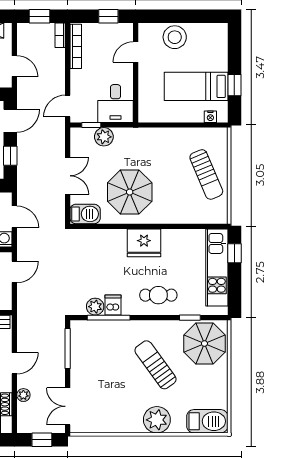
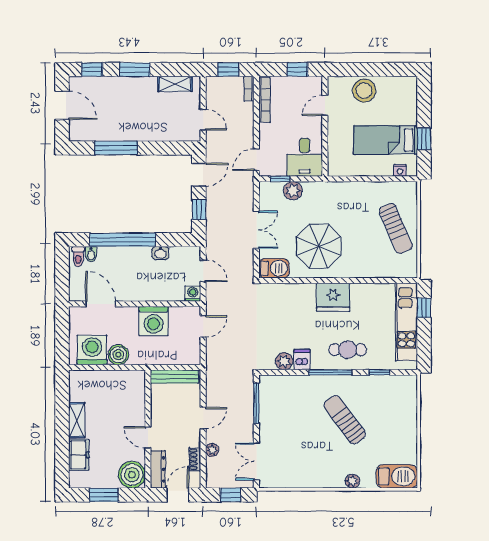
window: (109, 318) -> (331, 372), moved
parasol: (204, 343) -> (394, 398), removed
plant: (157, 420) -> (352, 481), width x0.53, depth x0.53

